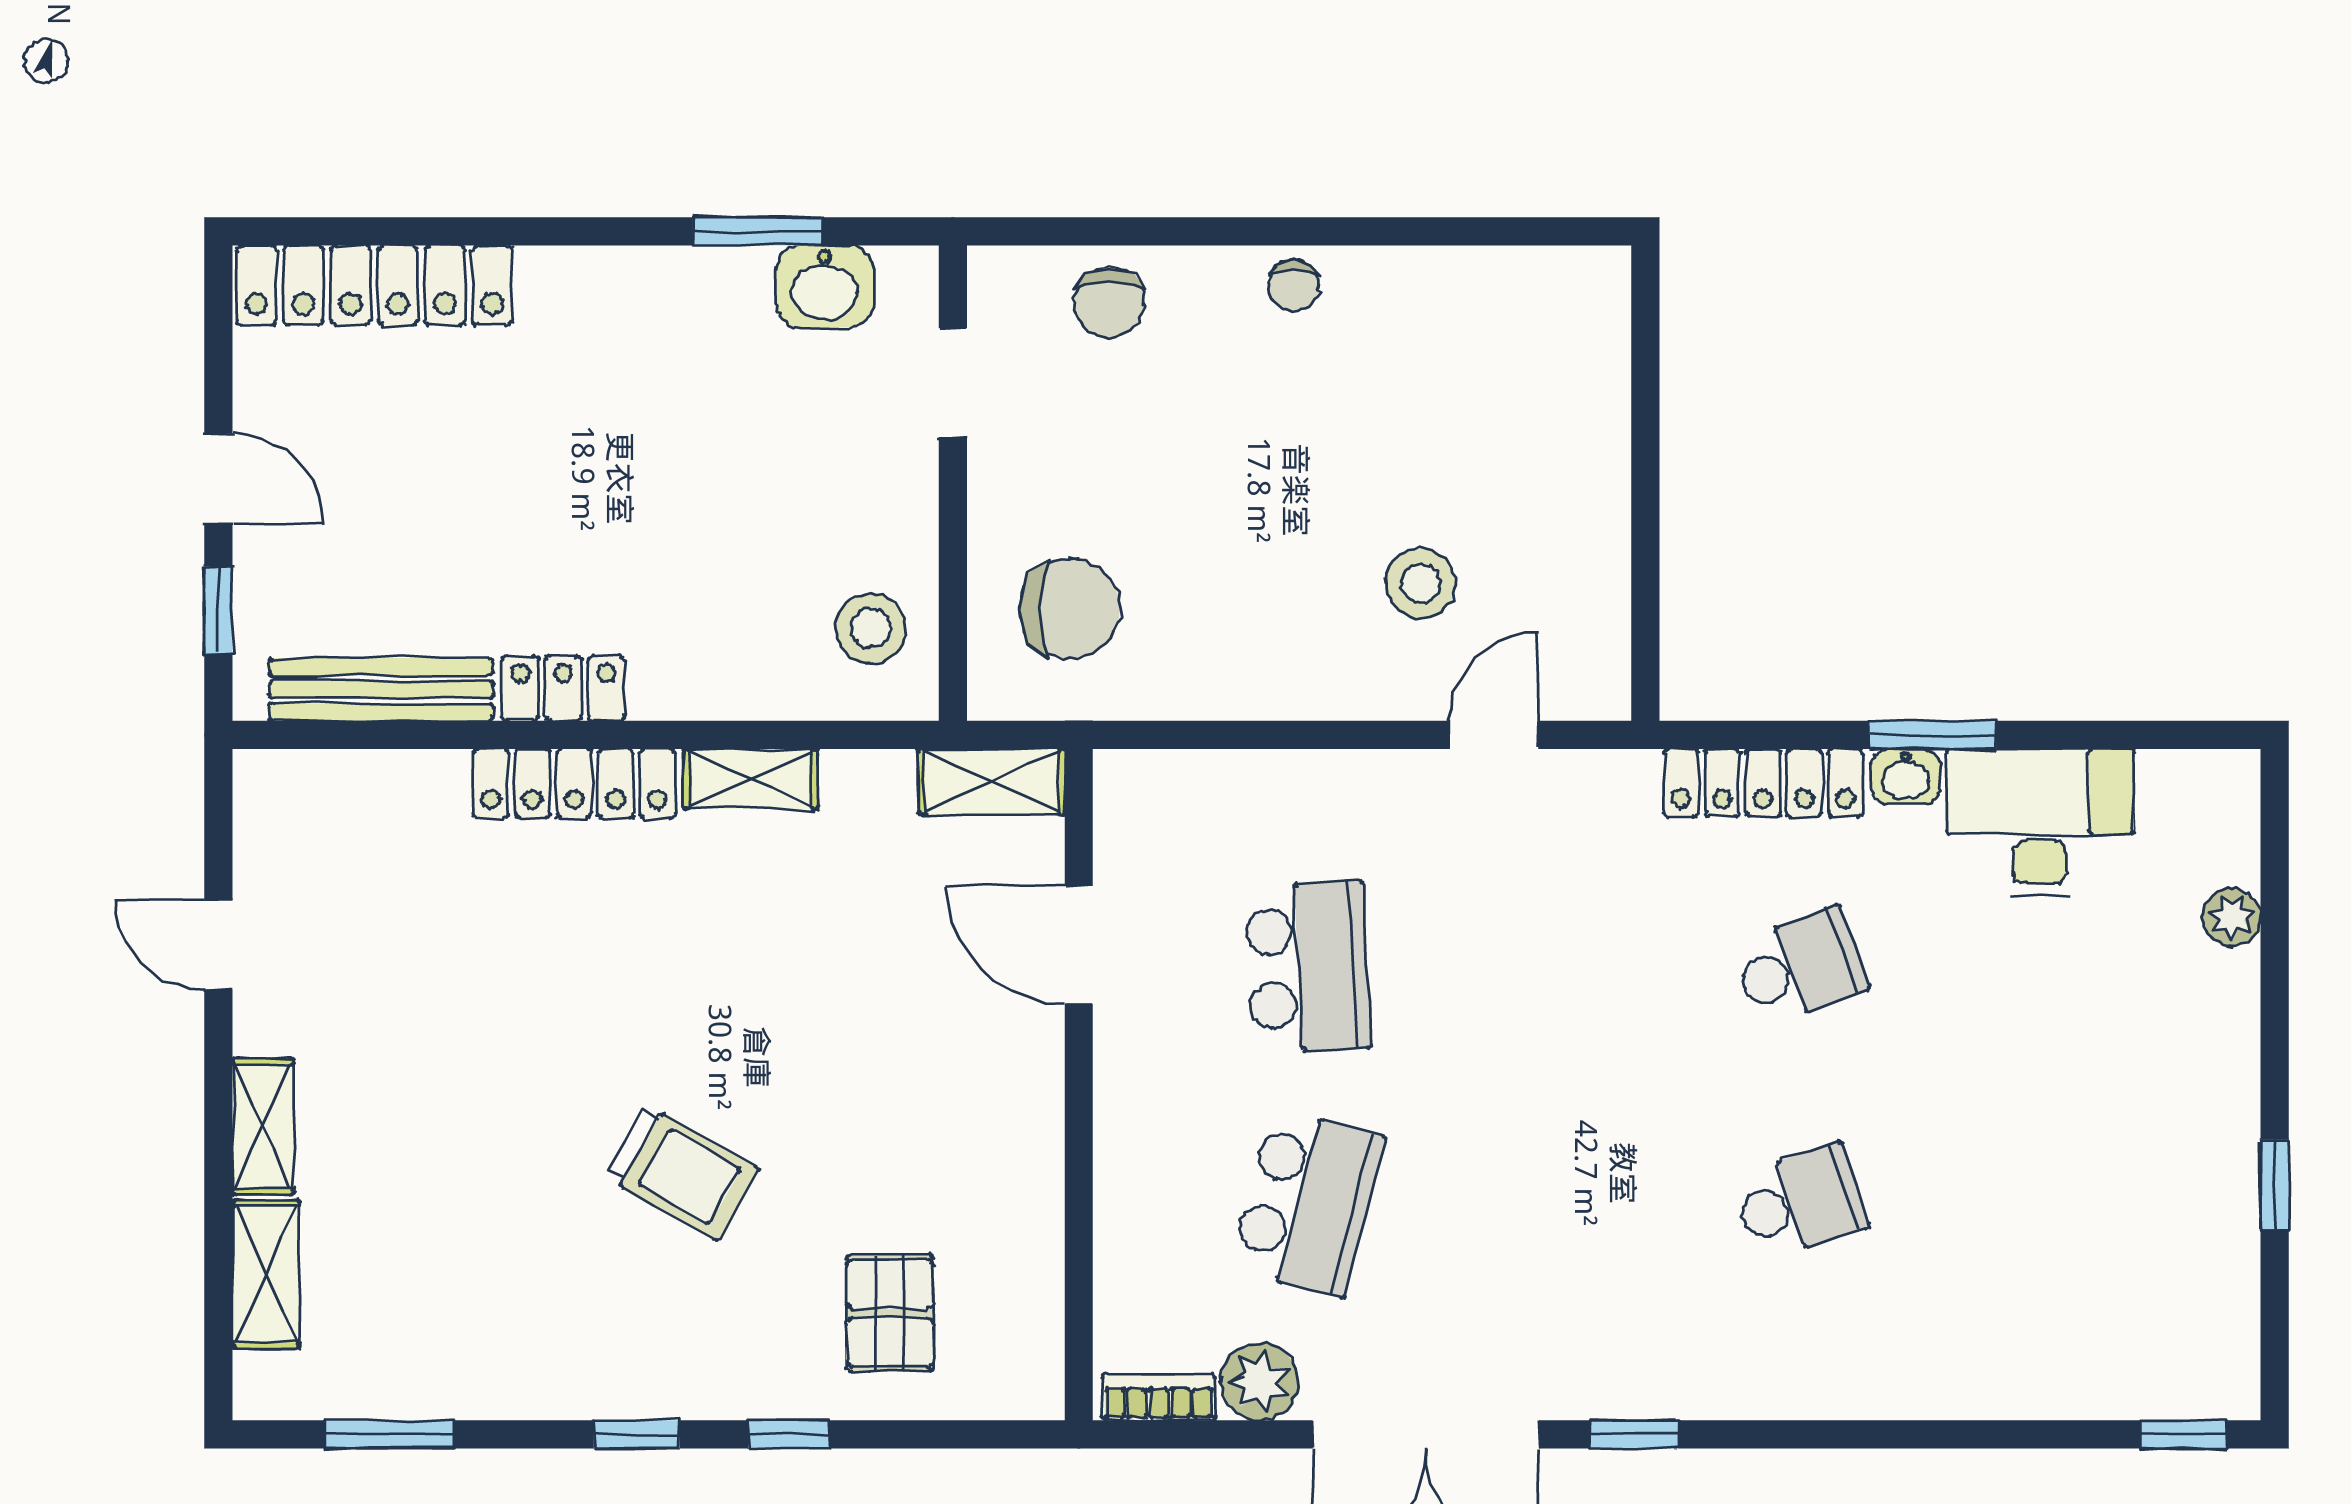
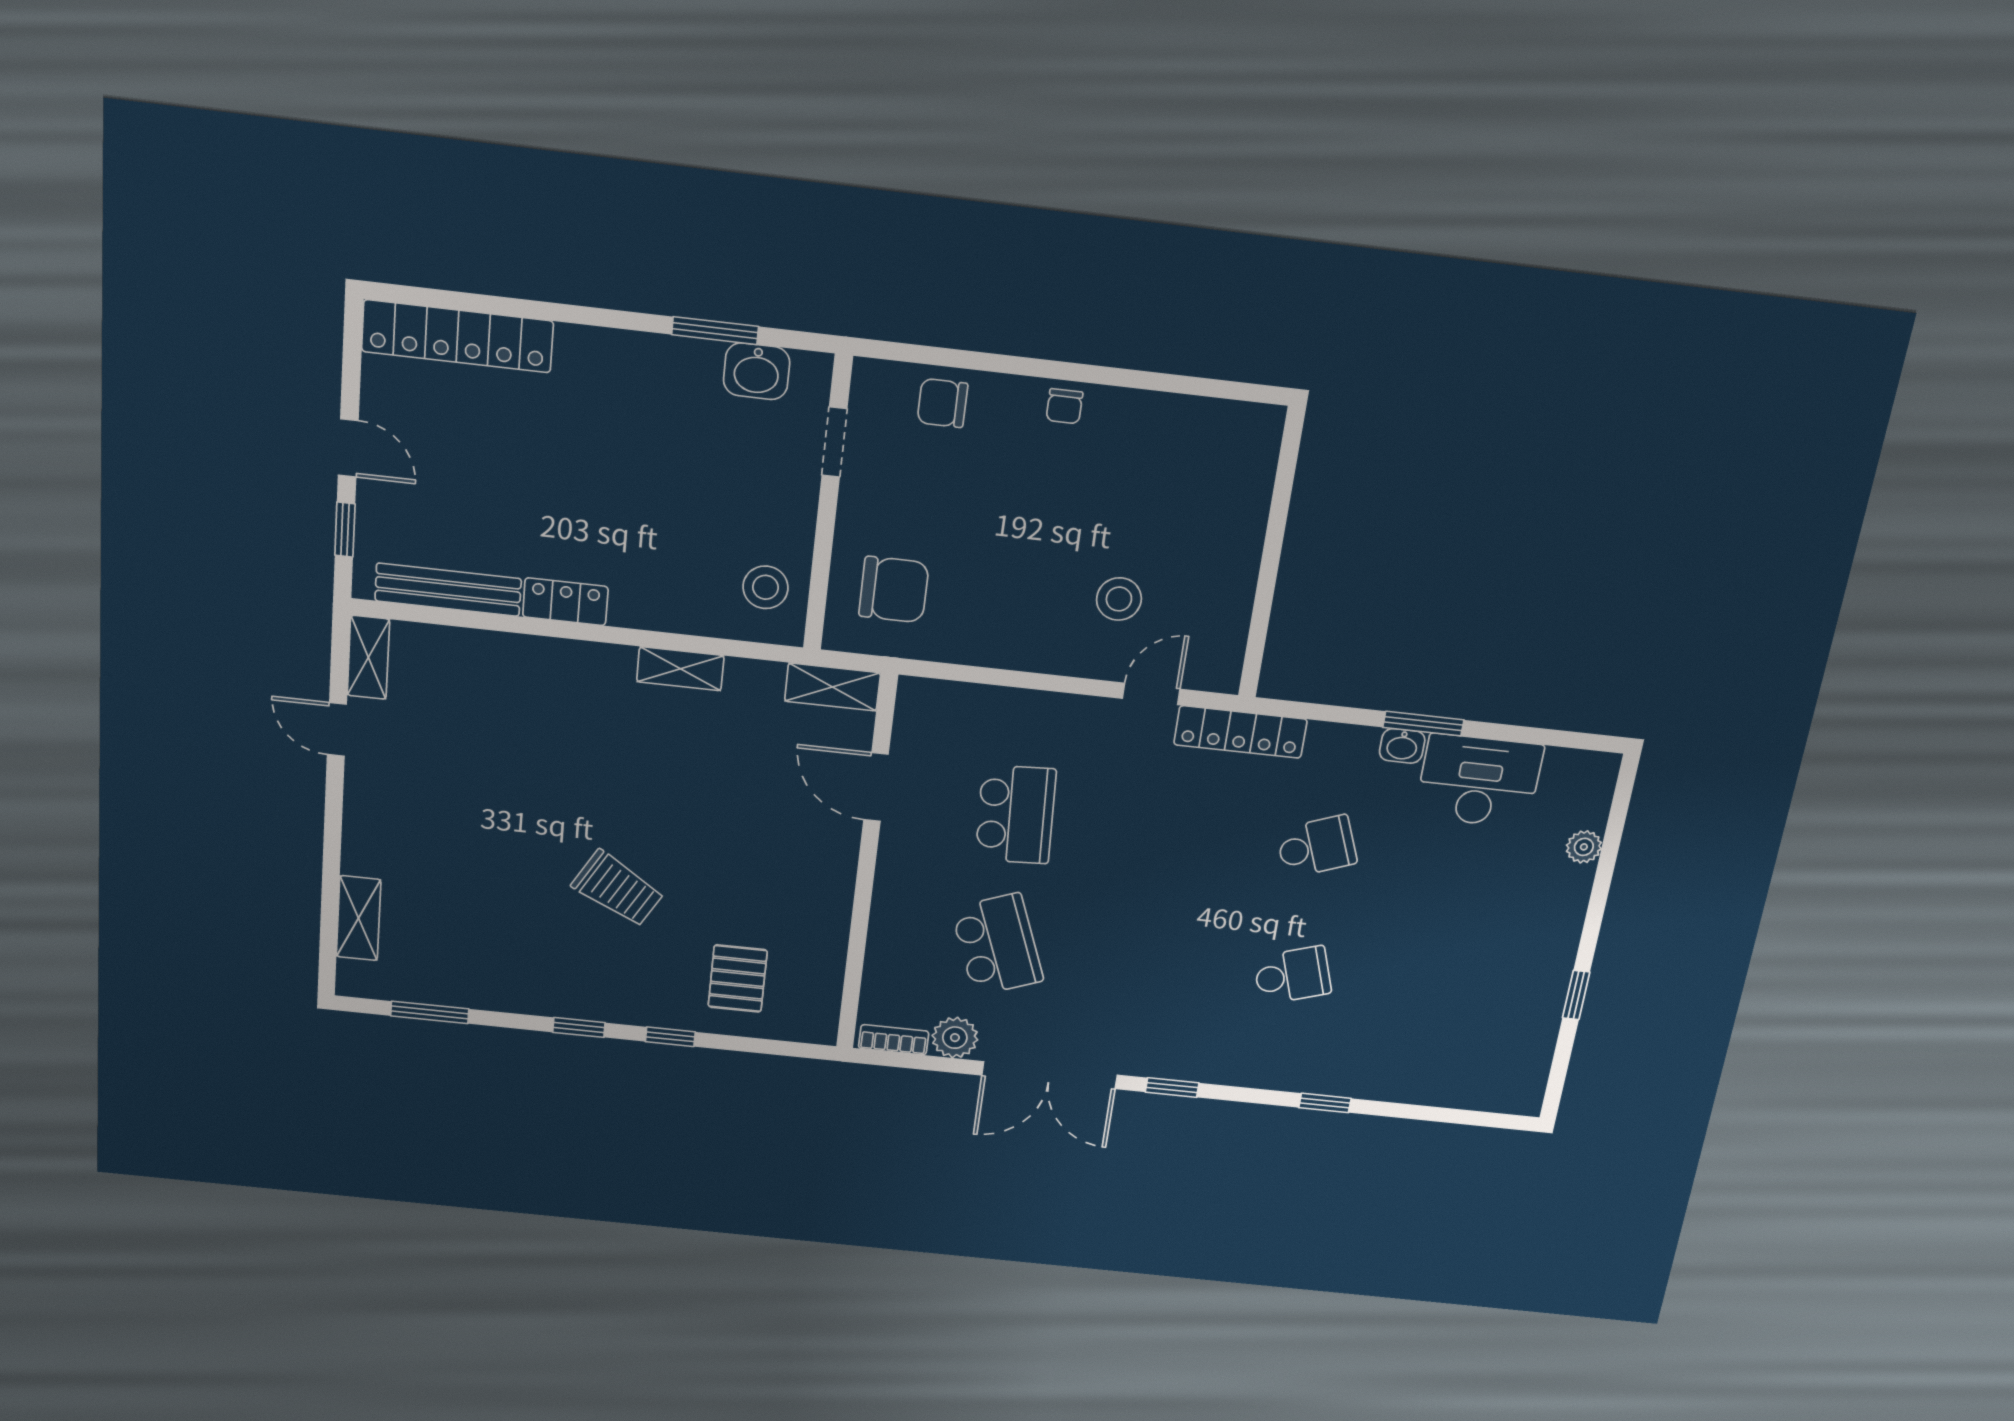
chair: (1109, 302) -> (942, 403), turned 90
locker: (574, 783) -> (568, 659), removed
locker: (1763, 783) -> (1240, 732), moved
shelving: (263, 1127) -> (368, 657), moved
school desk: (1308, 1202) -> (997, 945), turned -36
window: (2183, 1434) -> (1325, 1103), moved

